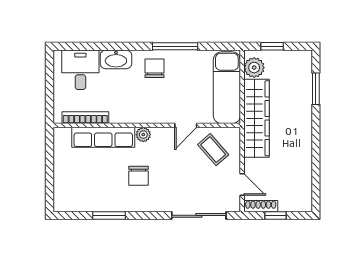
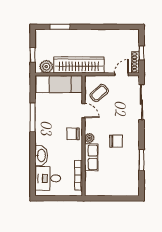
chair: (155, 68) -> (73, 134), moved
row of seats: (103, 137) -> (91, 157), width x0.68

